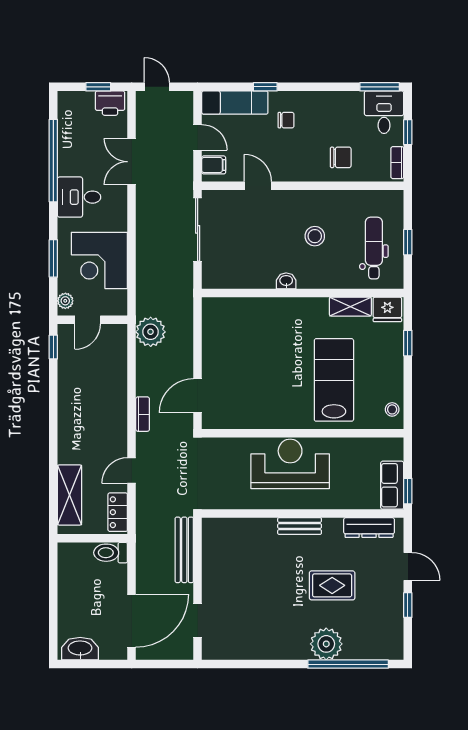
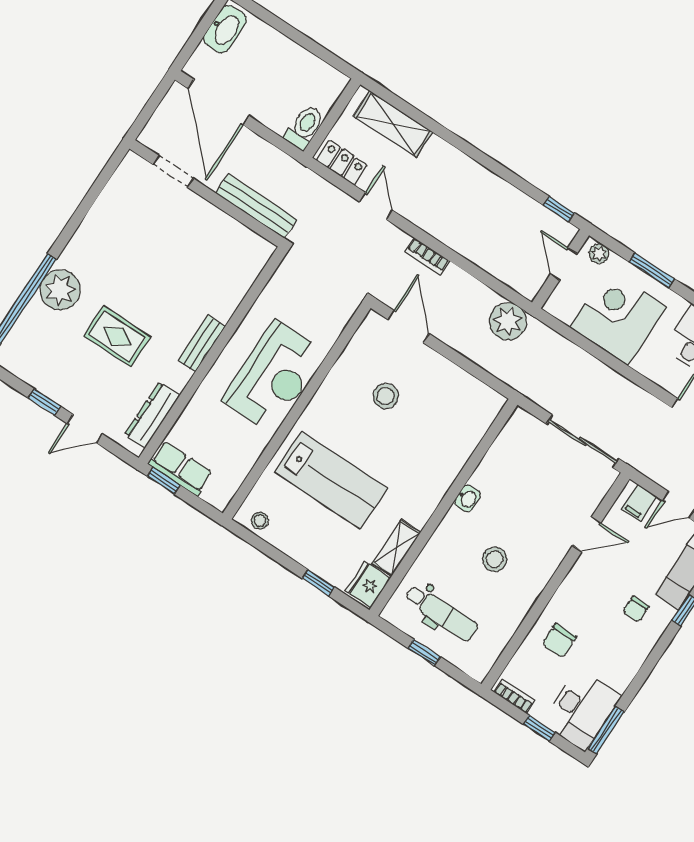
desk: (384, 112) -> (582, 710), width x1.37
stool: (254, 380) -> (386, 396), added
rug: (332, 585) -> (117, 336), turned 90

